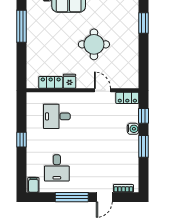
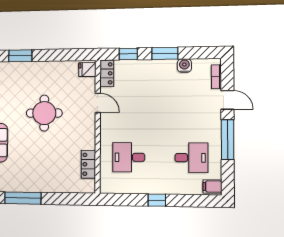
fridge: (70, 81) -> (87, 70), moved
door: (102, 90) -> (98, 103), swing flipped
desk: (57, 116) -> (129, 157), turned 90
water cooler: (133, 129) -> (184, 66), moved

